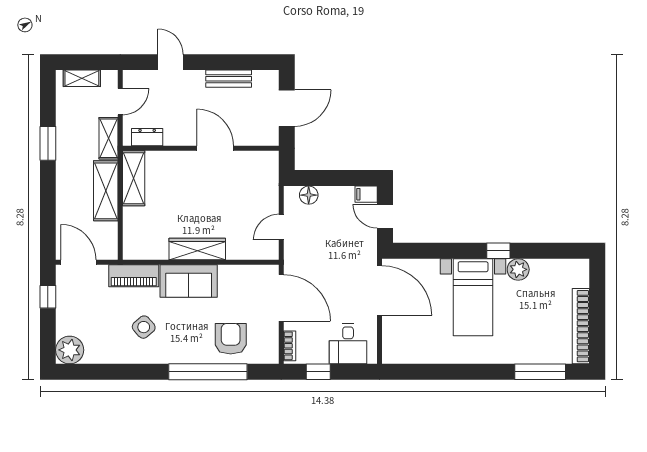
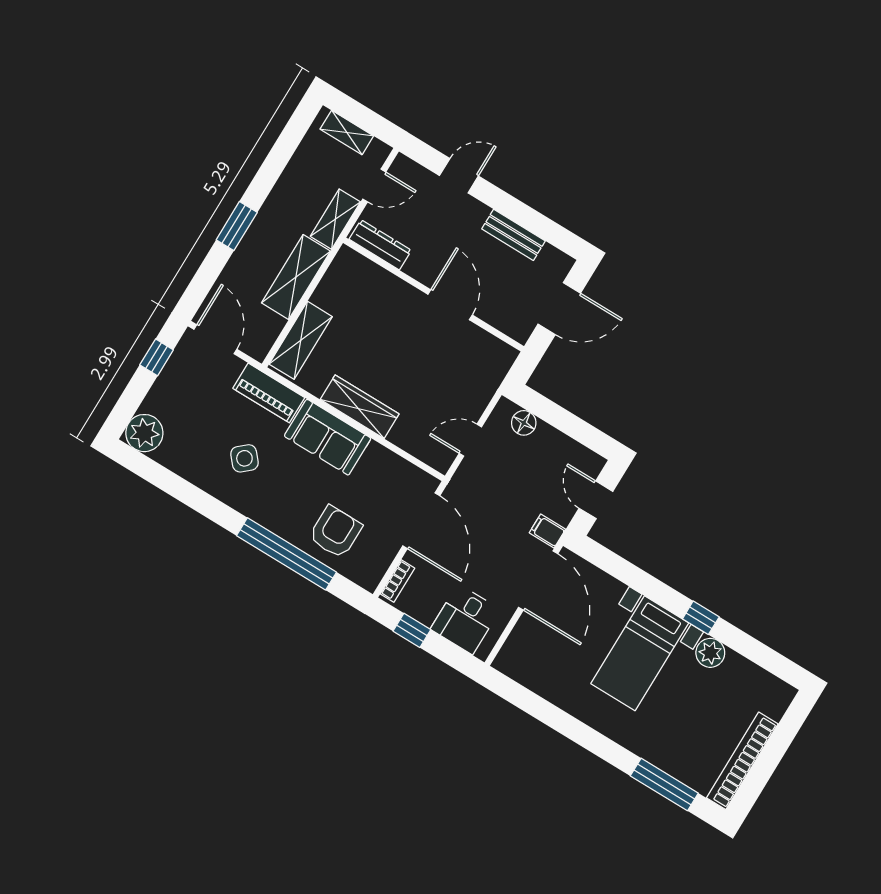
door: (171, 62) -> (459, 176), hinge flipped
dresser: (147, 137) -> (380, 245), width x1.44
window: (48, 143) -> (237, 226), moved
shelving: (134, 178) -> (301, 340), moved
filing cabinet: (366, 194) -> (547, 531), moved

